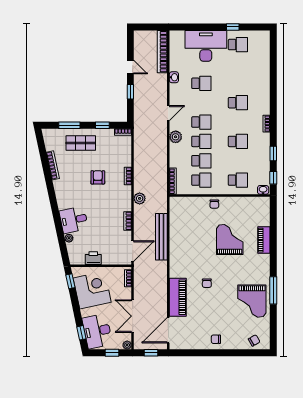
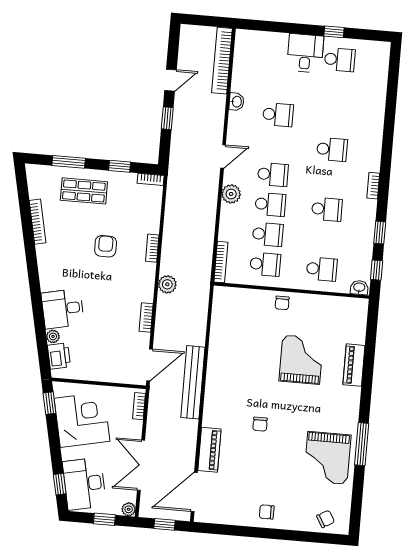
desk: (206, 46) -> (305, 53), width x0.53, depth x0.77
door: (130, 67) -> (171, 80), hinge flipped
bench: (161, 237) -> (193, 382), moved
printer: (93, 258) -> (59, 356), moved, turned 78
piano: (178, 297) -> (209, 450), width x0.73, depth x0.75

